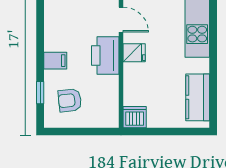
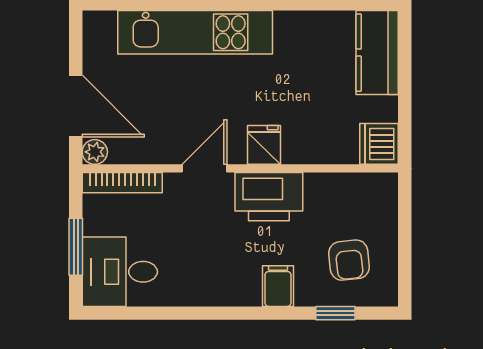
kitchen counter: (198, 97) -> (377, 53), moved, turned 90

